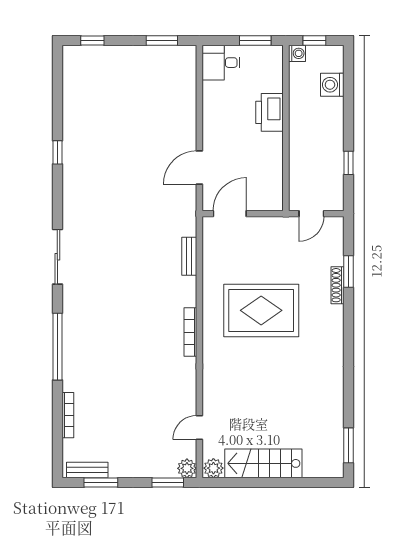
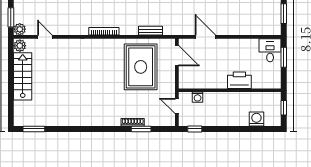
window: (255, 40) -> (284, 57), moved
washing machine: (297, 53) -> (198, 97), moved
window: (348, 163) -> (195, 129), moved
rug: (261, 310) -> (141, 67), moved

